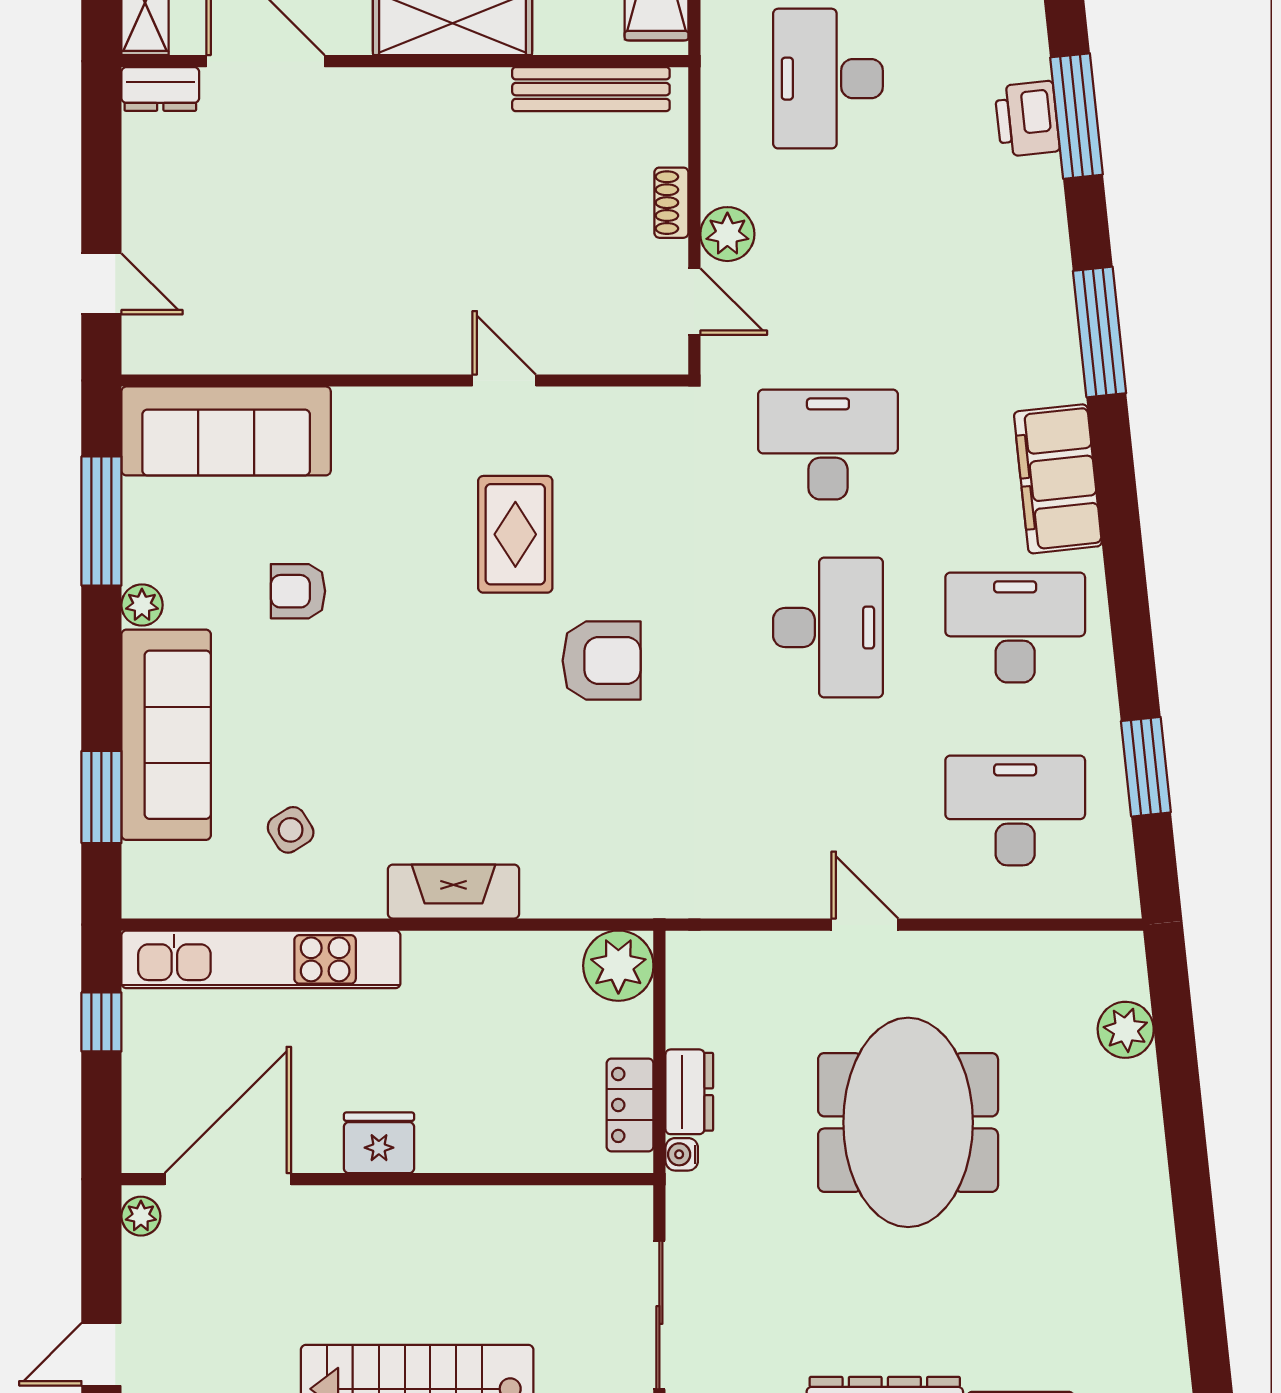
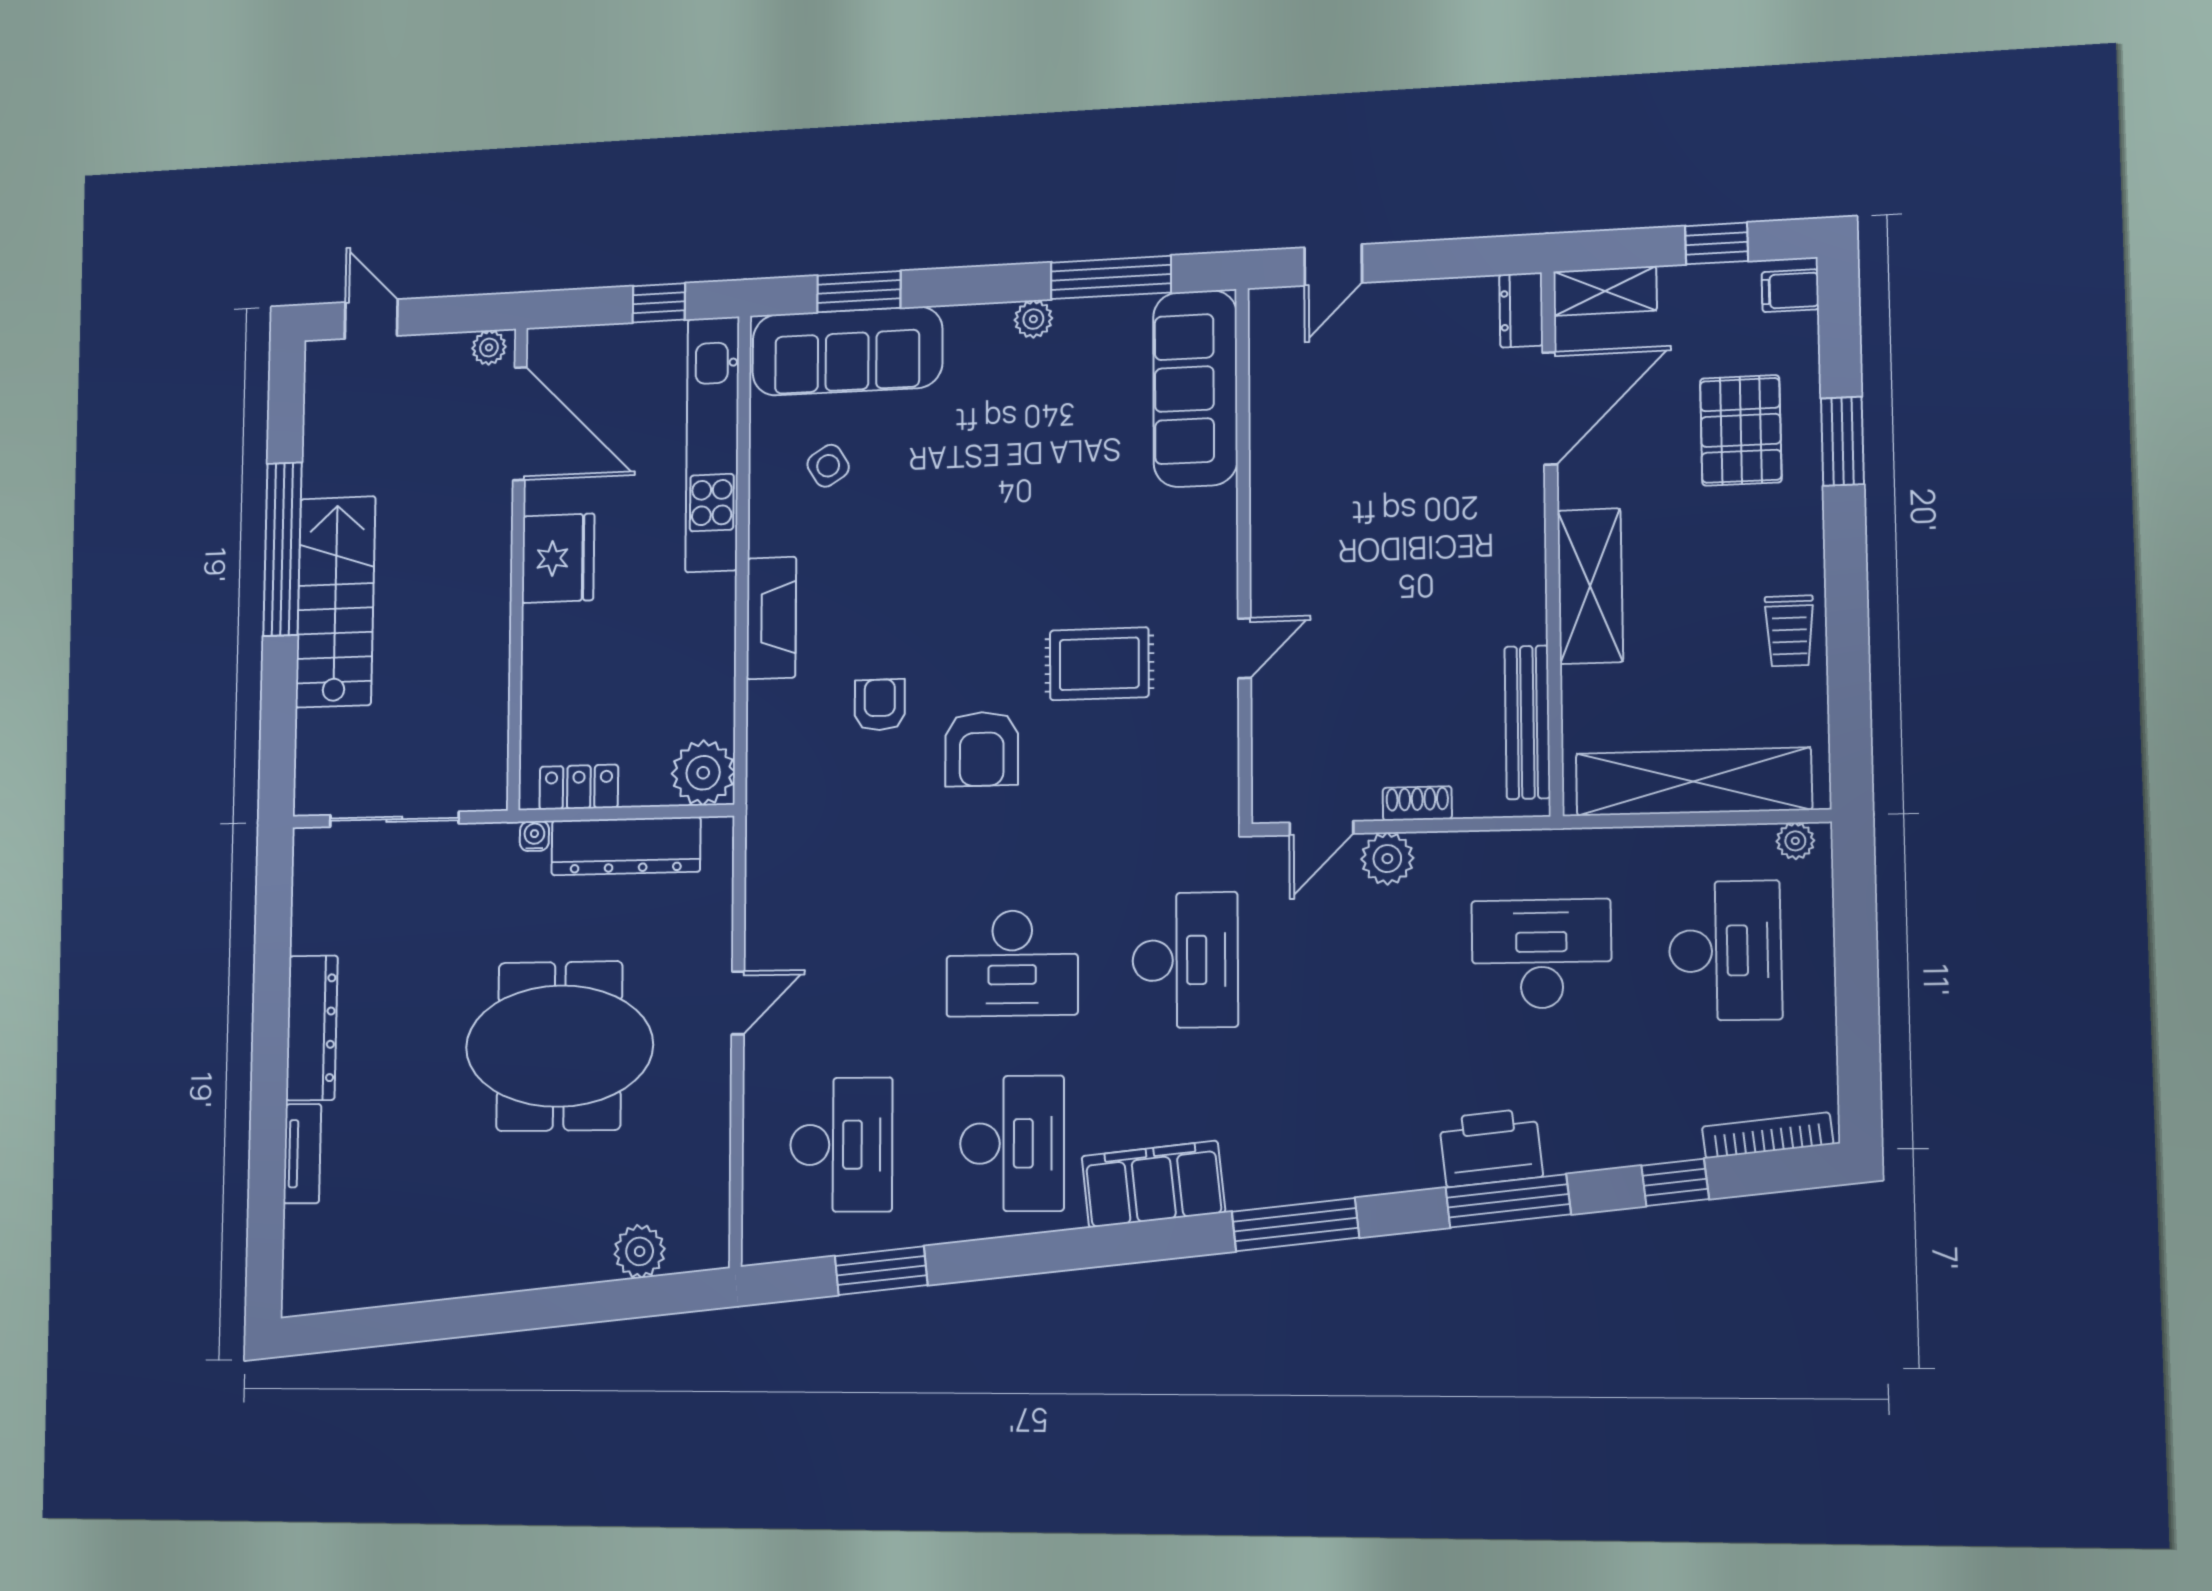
printer: (1027, 119) -> (1491, 1148), width x1.37, depth x1.19
armchair: (298, 591) -> (880, 705), moved
sofa: (166, 735) -> (847, 351), moved
dresser: (689, 1092) -> (626, 846), width x1.96, depth x1.24
fridge: (379, 1143) -> (558, 558), width x1.36, depth x1.34

